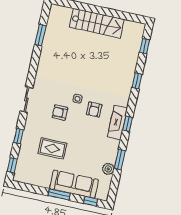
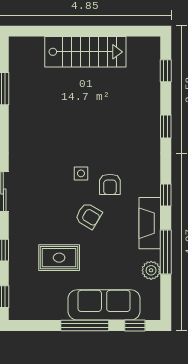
armchair: (60, 113) -> (89, 216), moved, turned -149
fireplace: (117, 122) -> (150, 223), moved
window: (120, 159) -> (166, 252), width x1.44
window: (59, 194) -> (85, 326), width x1.44

